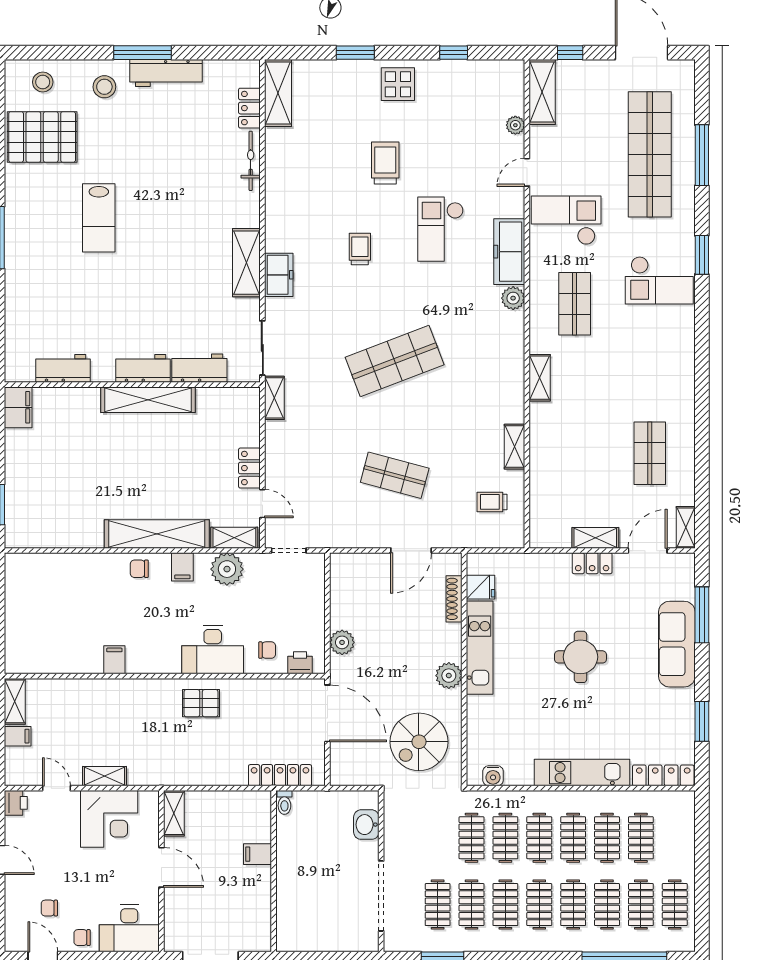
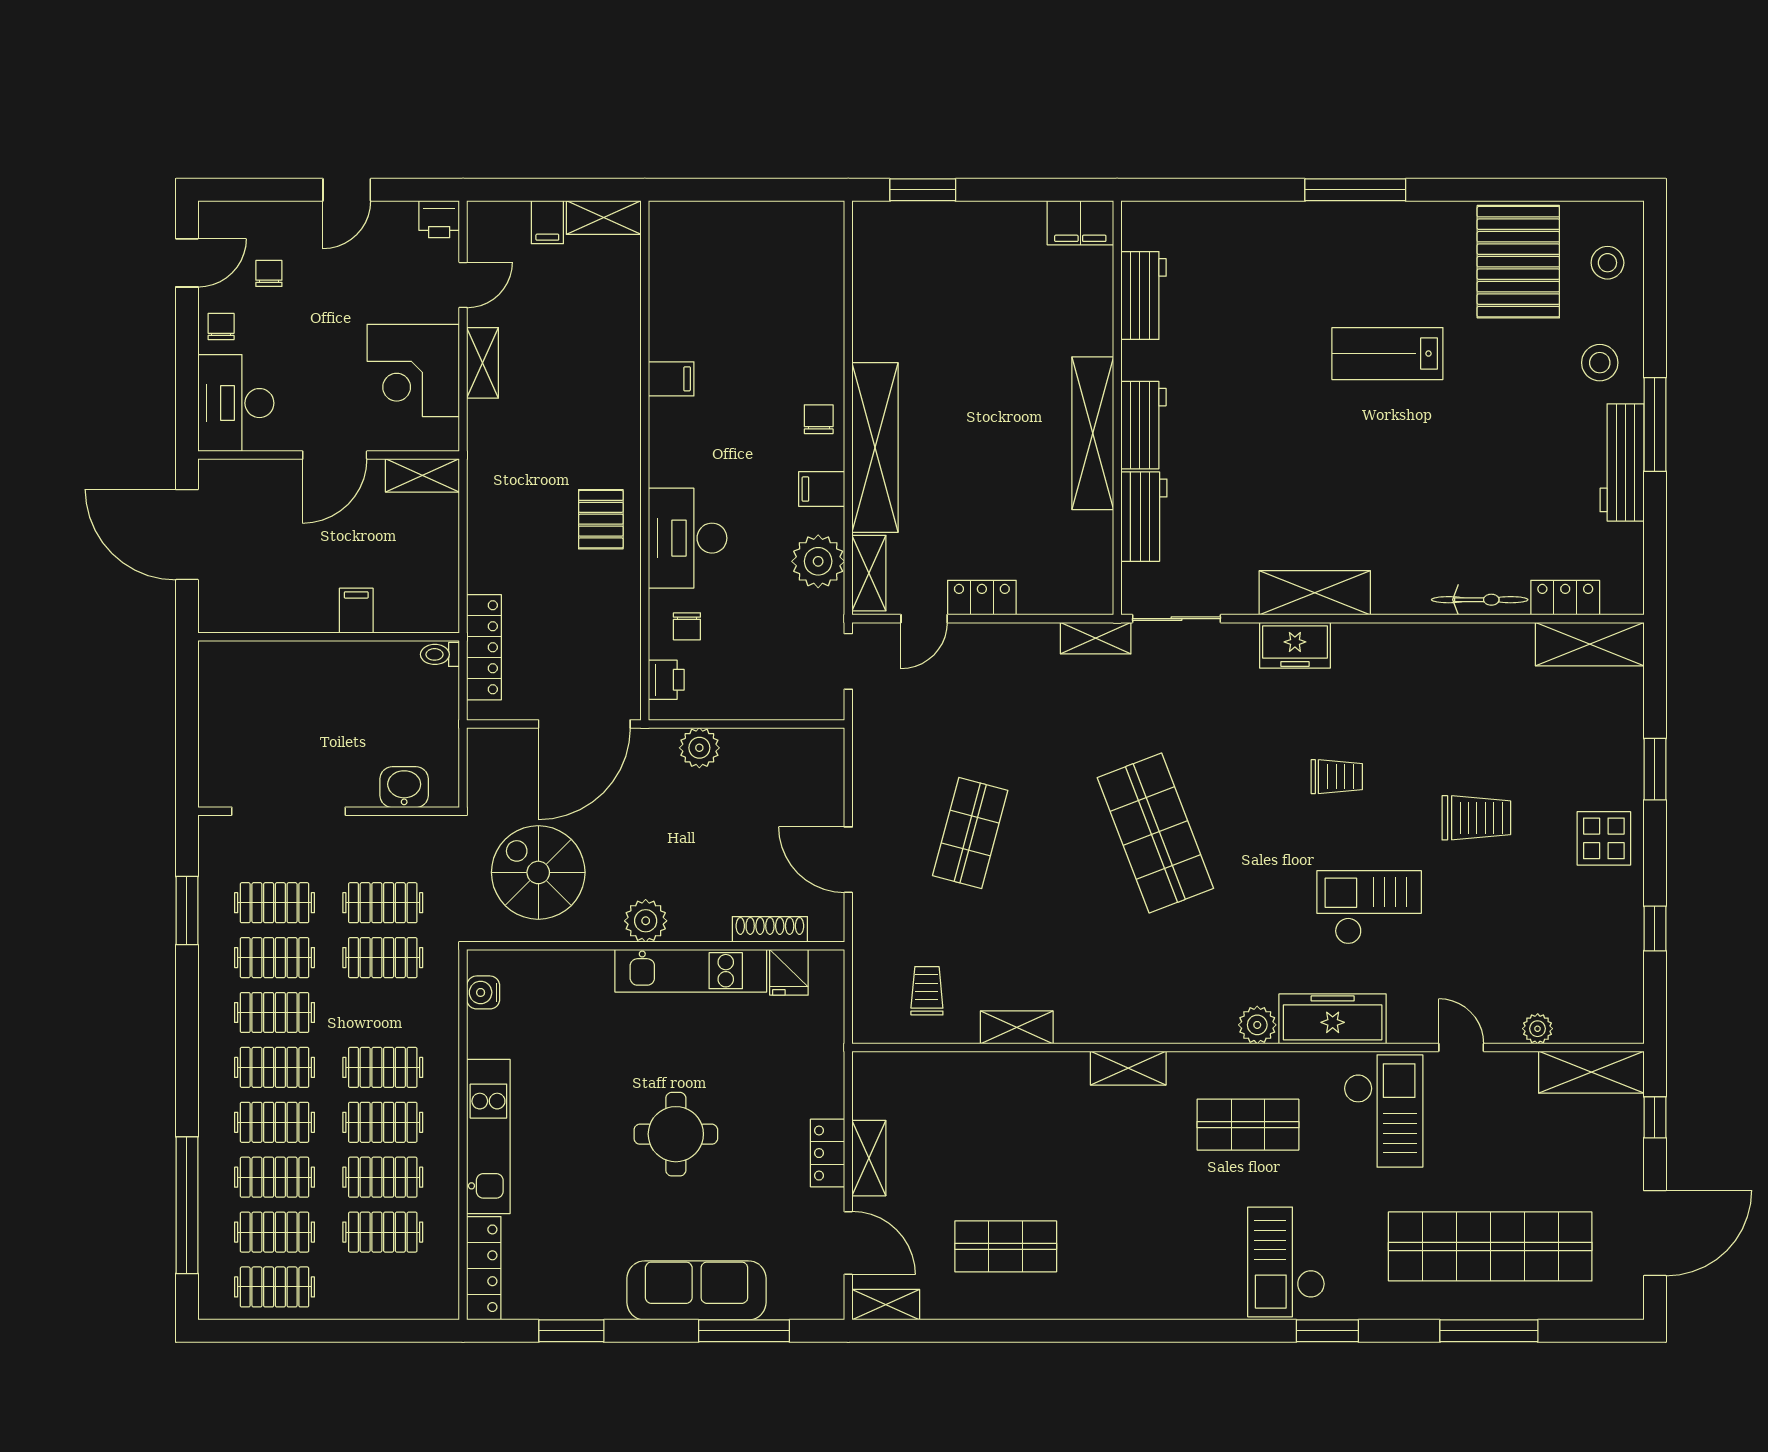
clothes rail: (505, 838) -> (383, 903), moved

